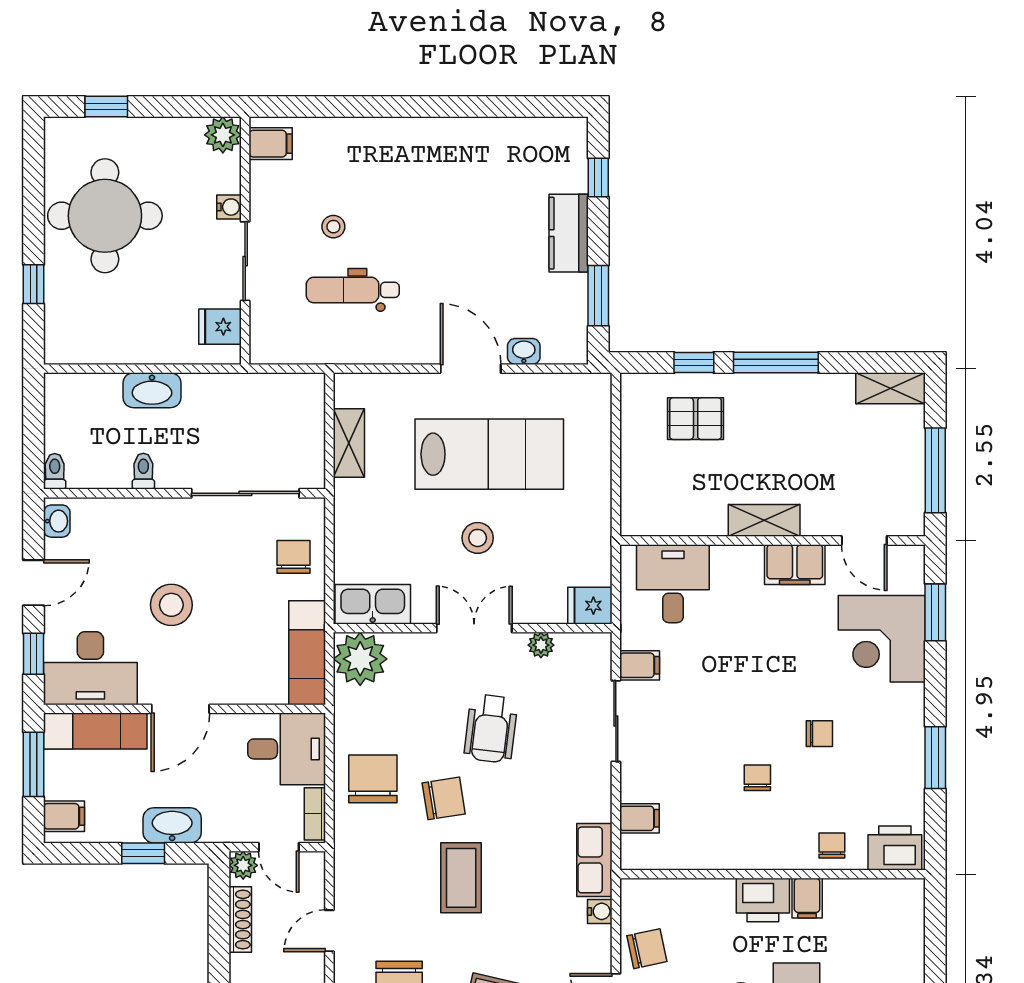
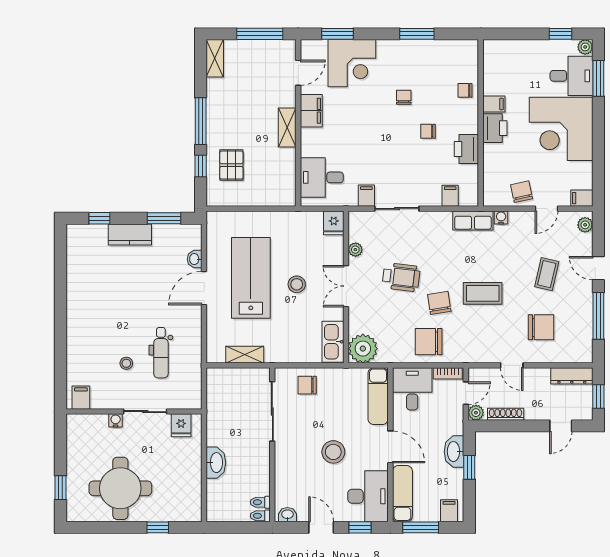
plant: (223, 135) -> (76, 424), removed
toilet: (143, 471) -> (260, 502), moved
exam couch: (307, 653) -> (378, 396), moved, turned 90
printer: (895, 848) -> (466, 149), moved

